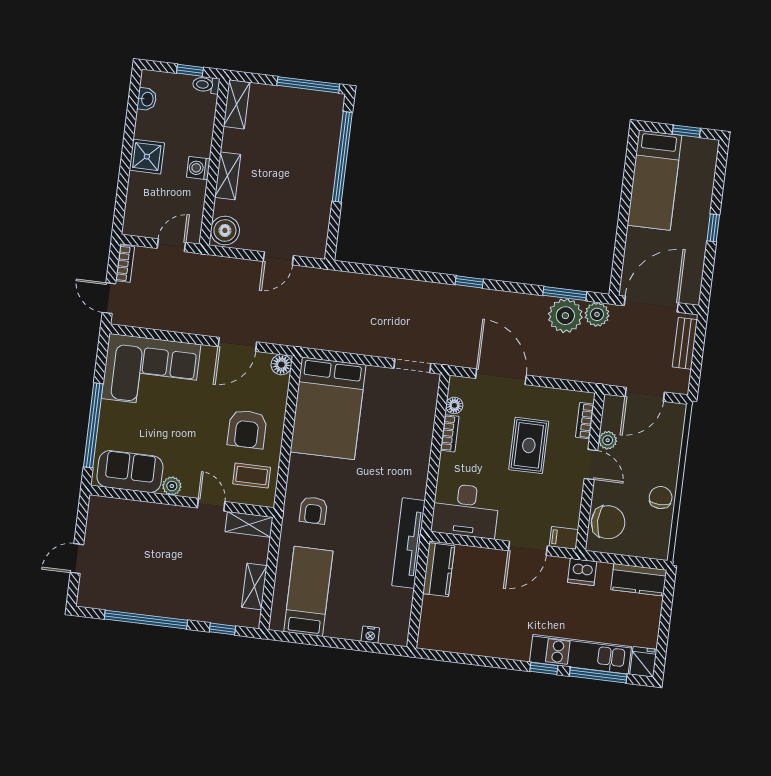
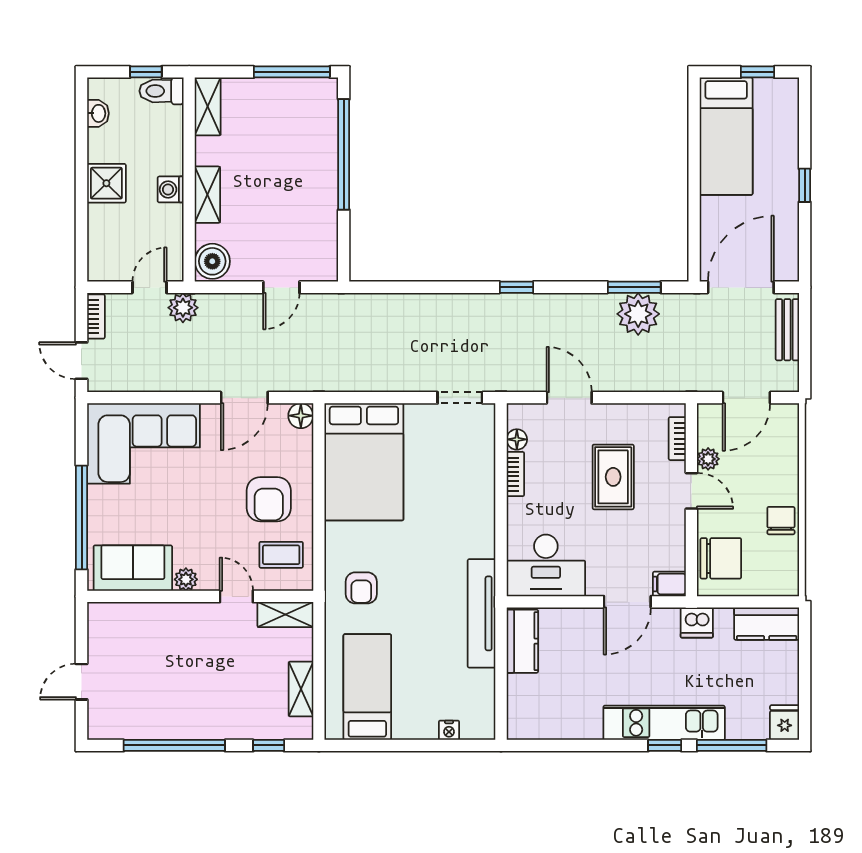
toilet: (206, 85) -> (161, 91), width x1.37, depth x1.39
plant: (597, 314) -> (183, 308), moved
door: (501, 377) -> (569, 398), width x0.73
kitchen unit: (581, 654) -> (664, 723), moved

